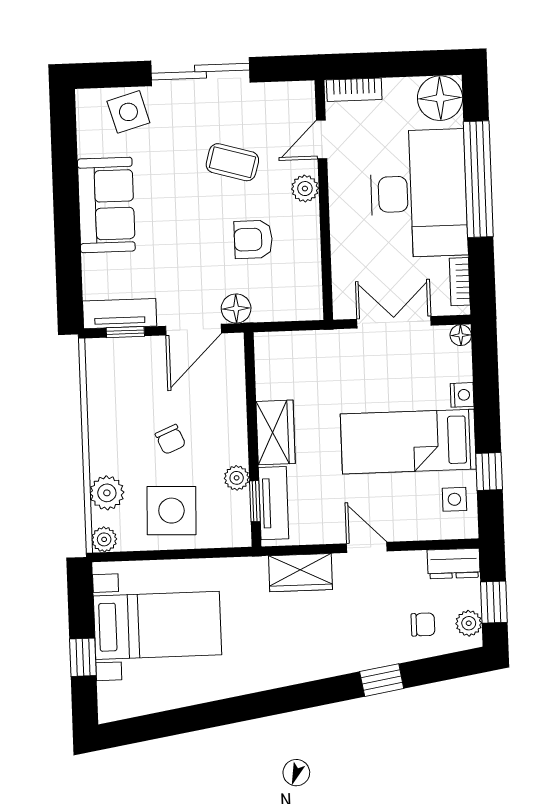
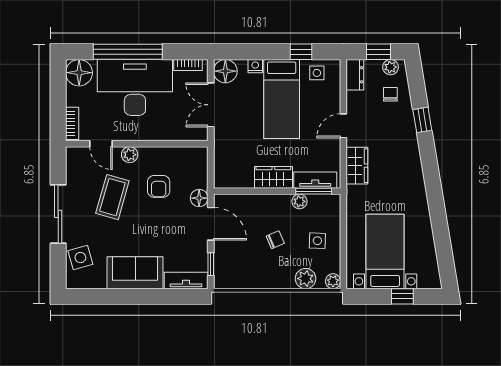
coffee table: (232, 162) -> (112, 197), width x1.36, depth x1.30
tv unit: (120, 314) -> (186, 281), moved, turned 90
floor lamp: (461, 335) -> (225, 71), width x1.89, depth x1.89
window: (255, 501) -> (314, 191), width x1.50
side table: (171, 511) -> (317, 241), width x0.54, depth x0.54

